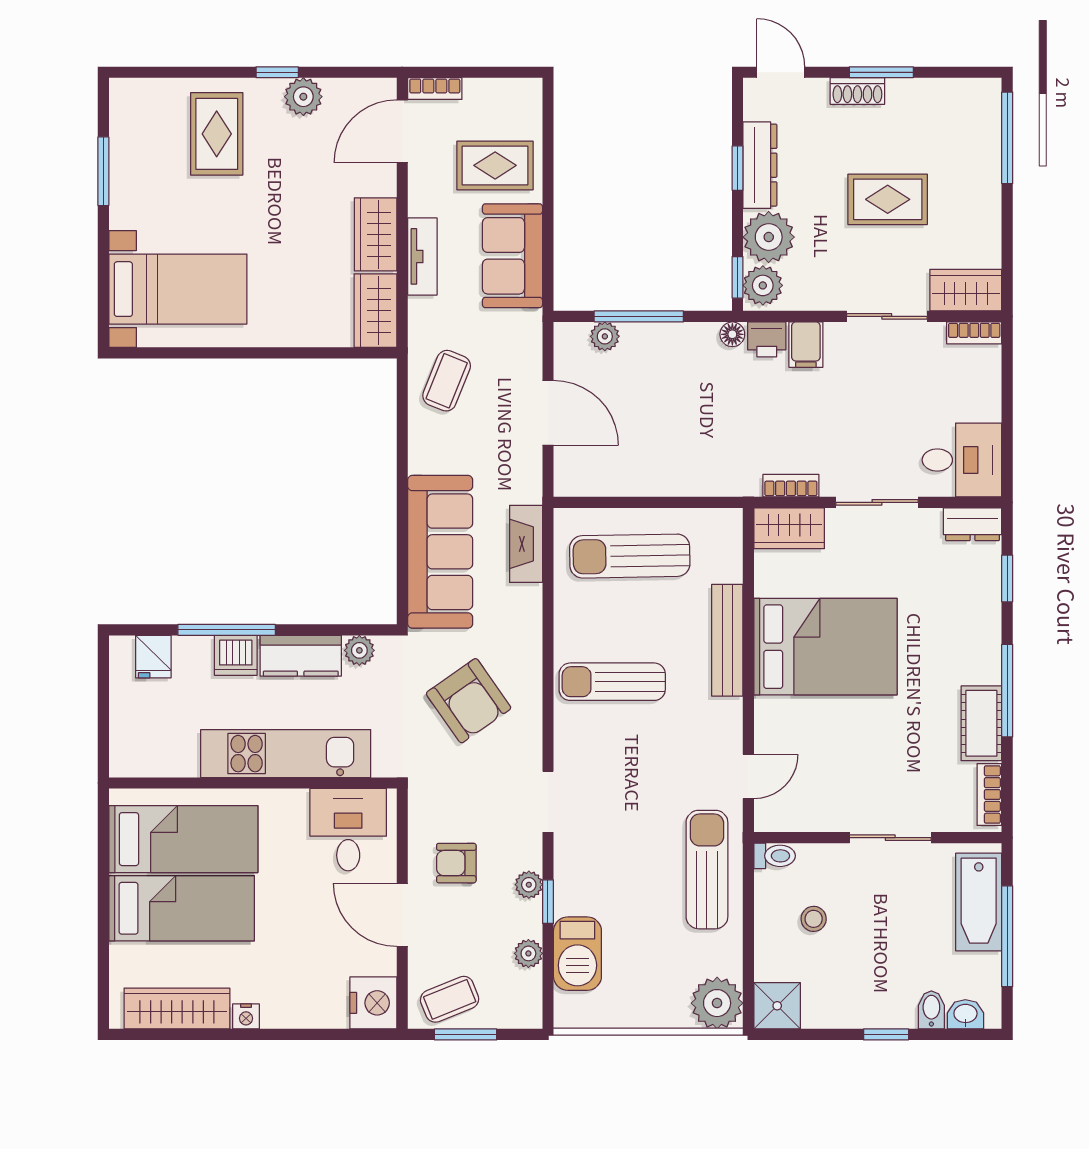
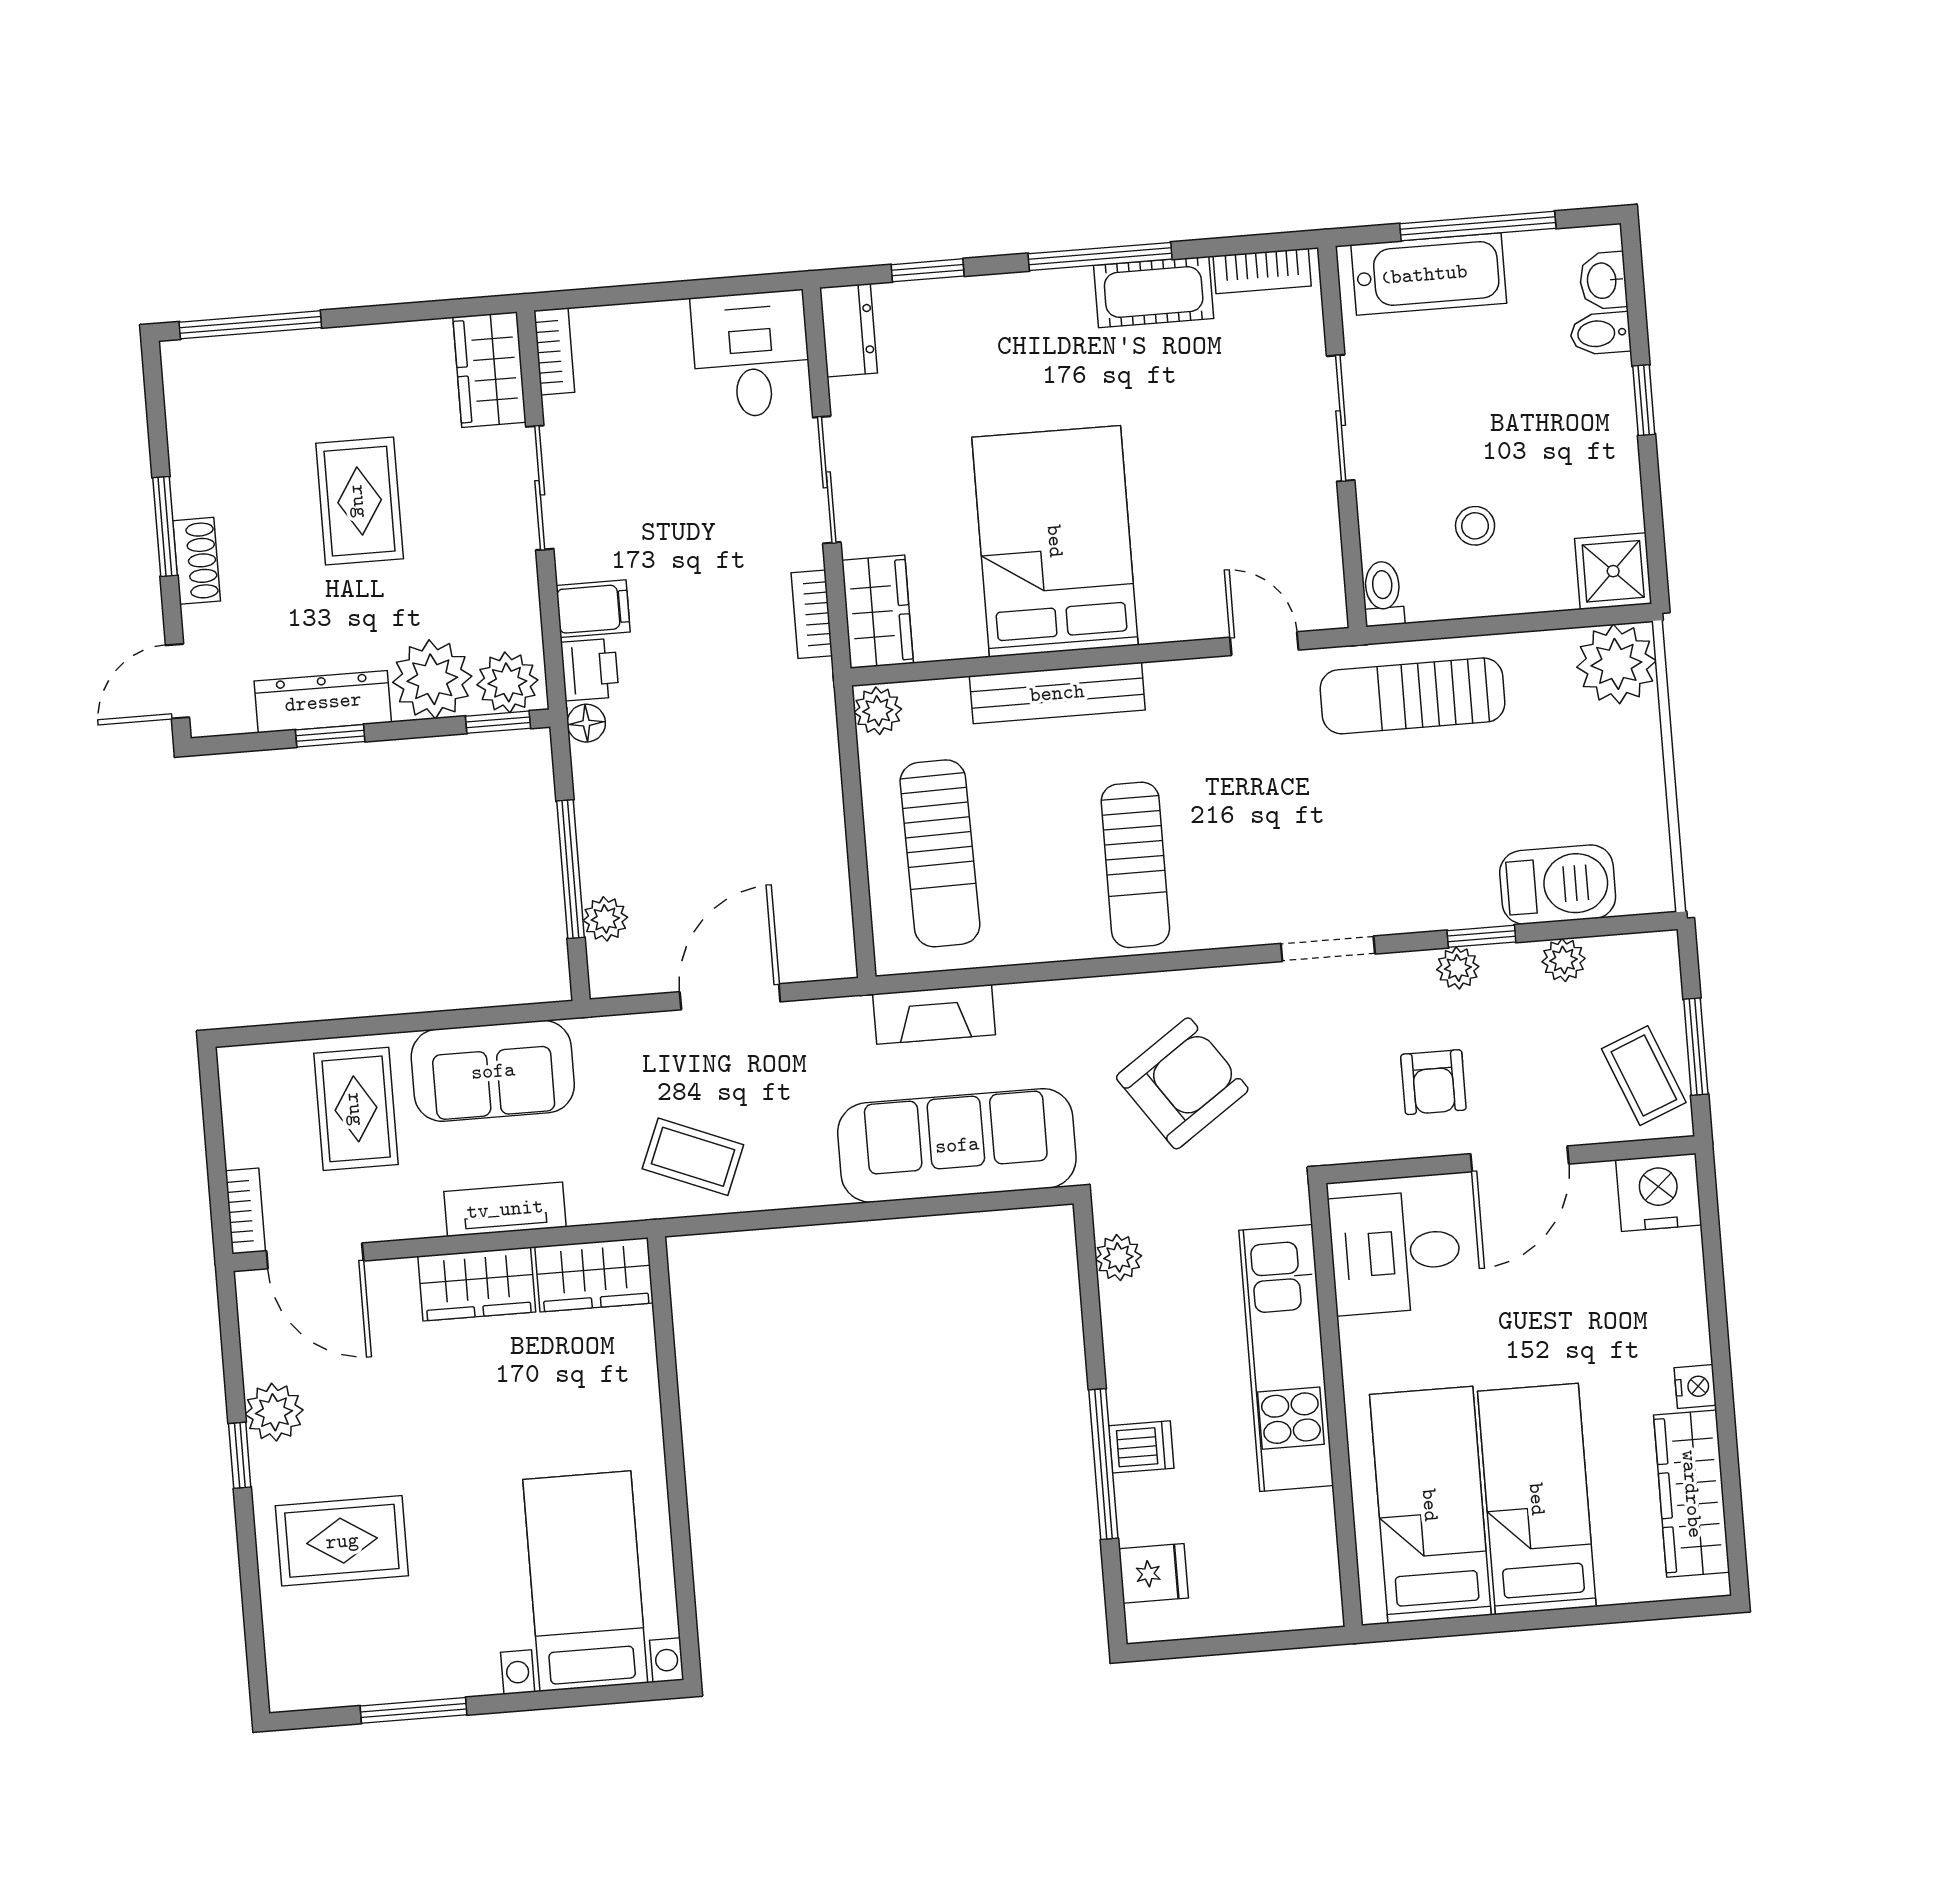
plant: (725, 523) -> (878, 711), added
dishwasher: (236, 655) -> (1141, 1447), width x0.73
kitchen counter: (301, 656) -> (1134, 1347), removed

